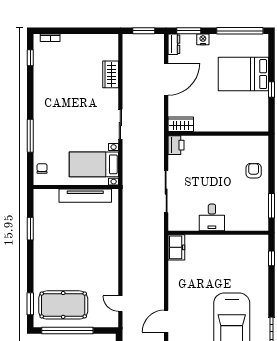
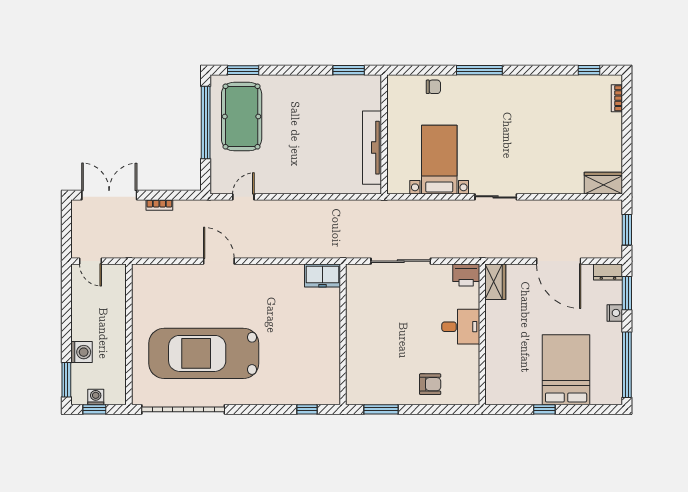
wardrobe: (111, 74) -> (603, 183), moved
wall: (76, 187) -> (384, 134), moved
tv unit: (85, 196) -> (372, 148), moved
desk: (212, 217) -> (461, 327), moved, turned 180

